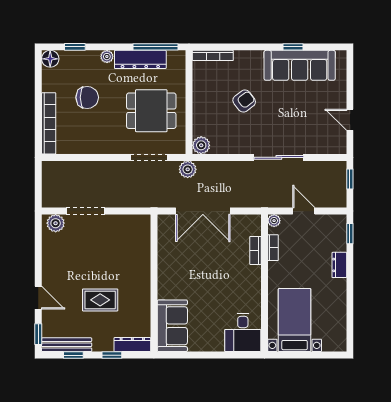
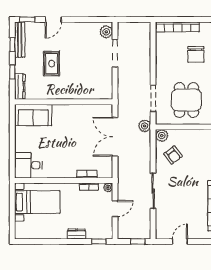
armchair: (244, 101) -> (173, 155), moved

